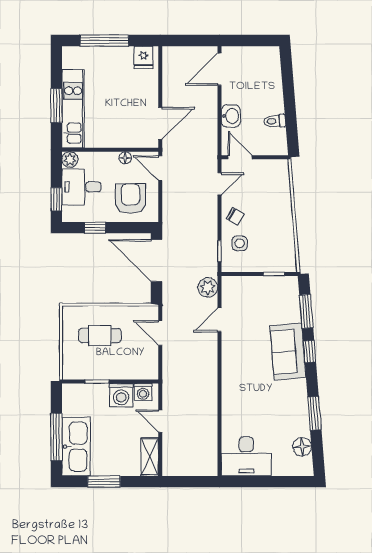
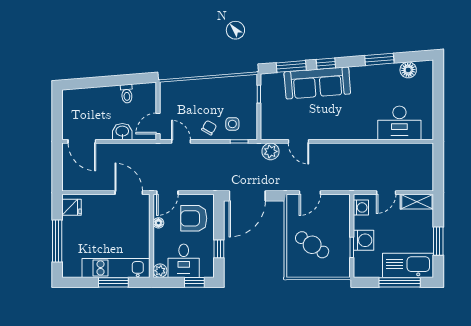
cafe table: (100, 336) -> (312, 245), turned -56
sofa: (288, 351) -> (317, 83), width x1.36
washing machine: (121, 395) -> (364, 240), moved
desk: (246, 456) -> (399, 123), moved, turned 90

